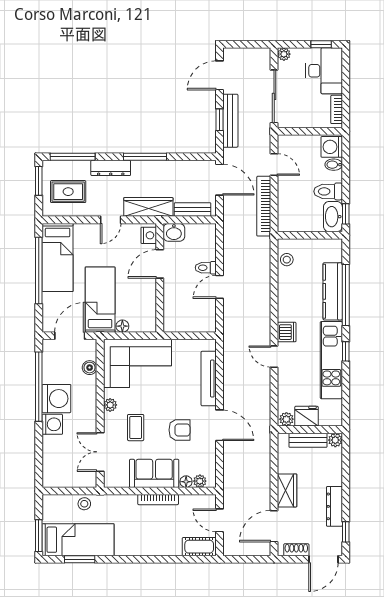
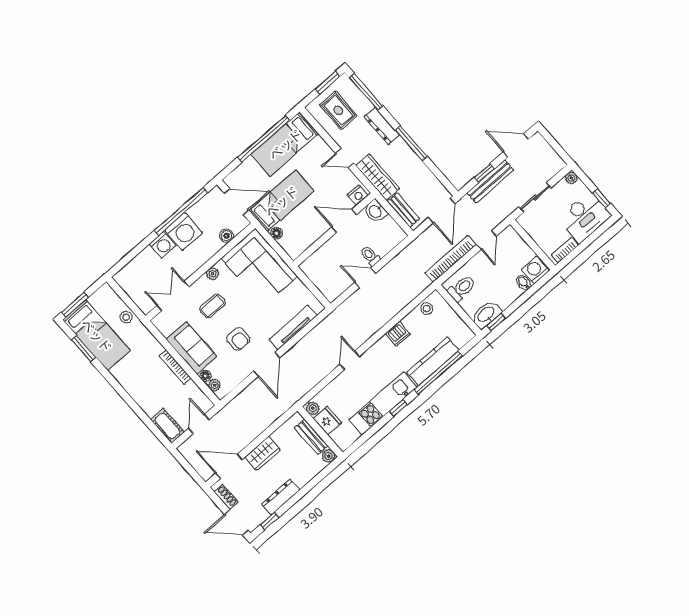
sliding door: (274, 96) -> (535, 197), width x0.73
toilet: (328, 191) -> (462, 288), moved, turned 90
dishwasher: (287, 332) -> (398, 334), moved

